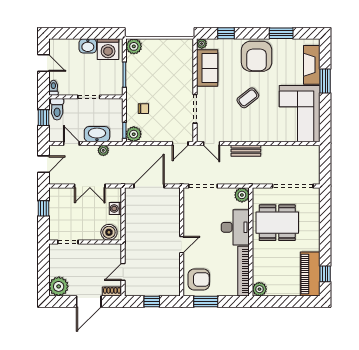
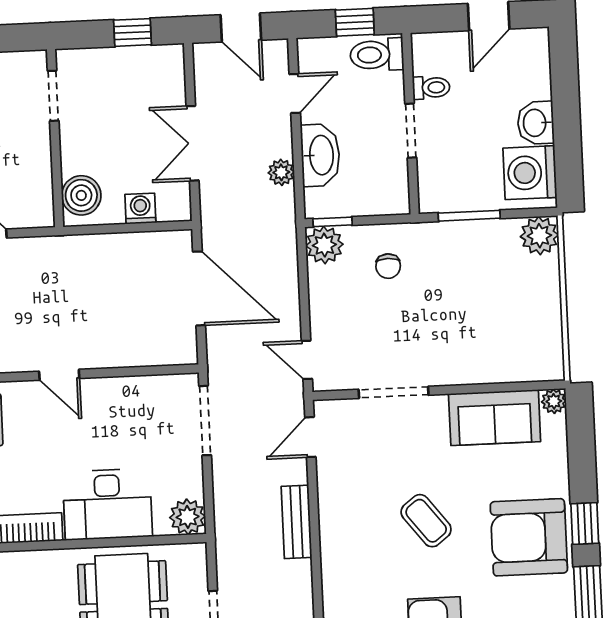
window: (226, 33) -> (585, 524), moved
toilet: (53, 88) -> (431, 88), moved

